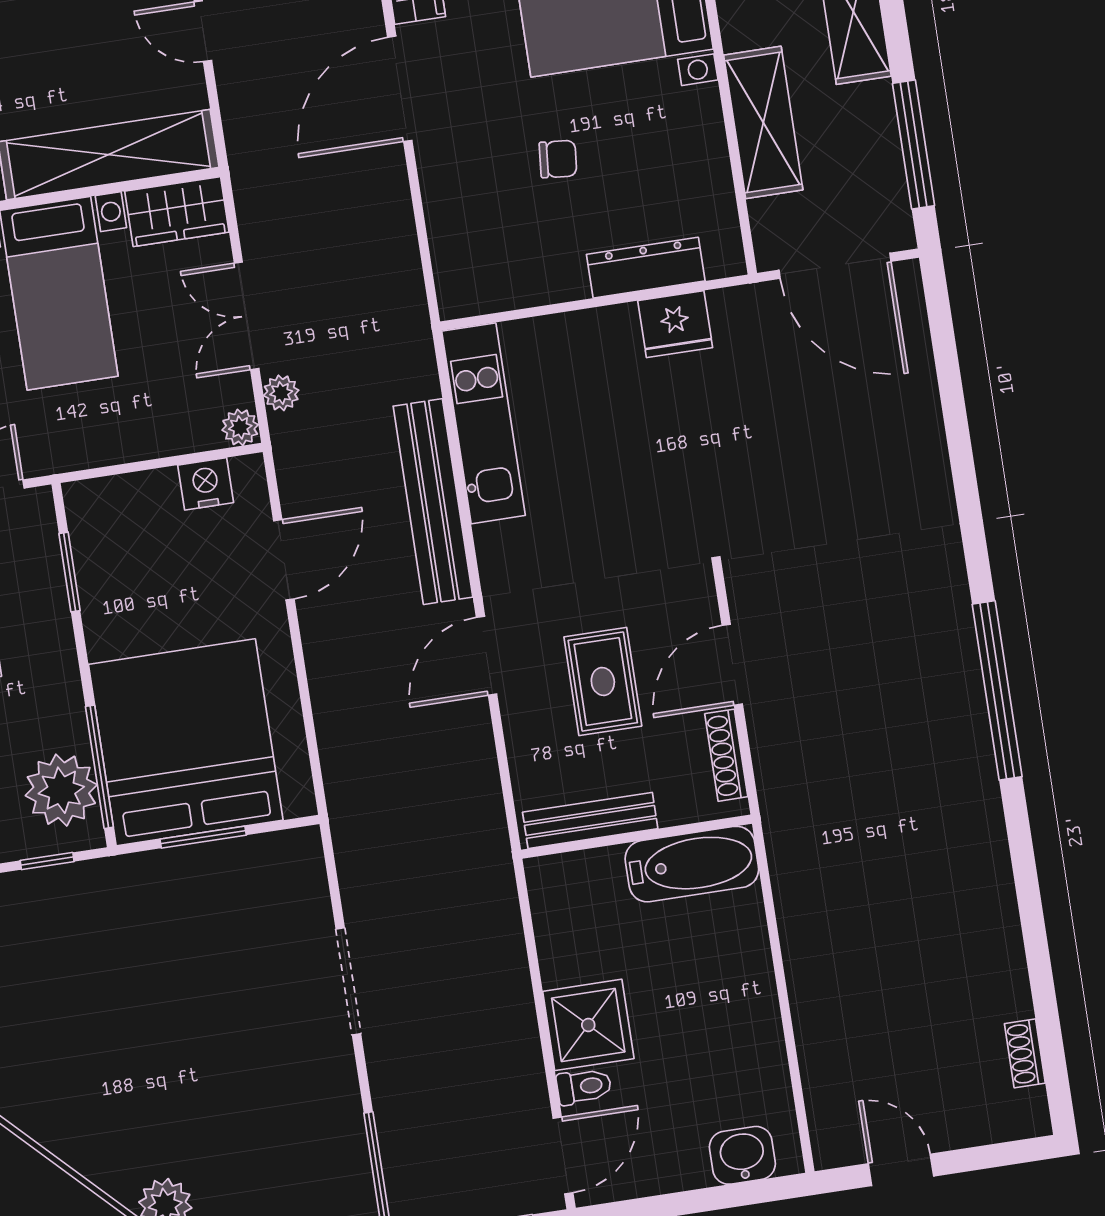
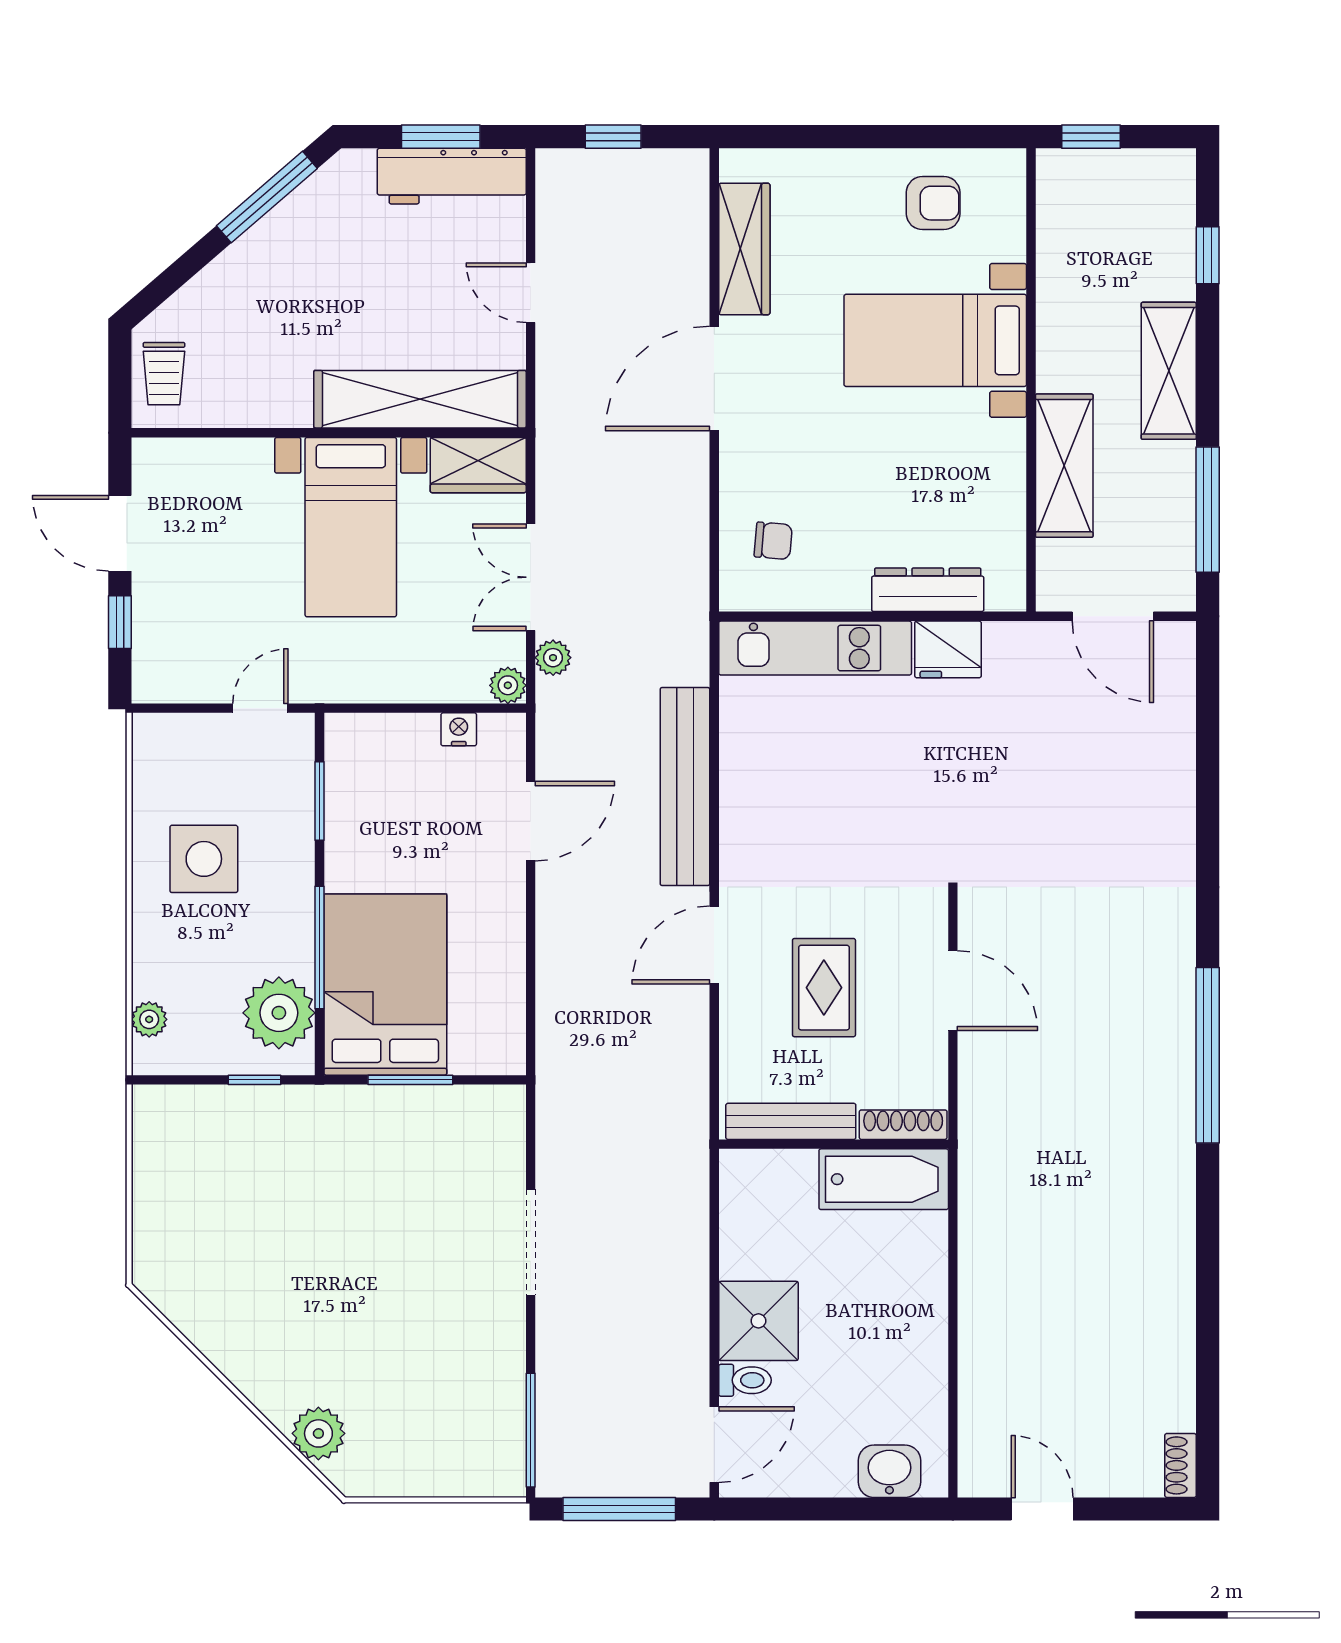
chair: (558, 159) -> (773, 541), moved
door: (835, 266) -> (1113, 616), width x0.73
kitchen unit: (483, 423) -> (815, 648), moved, turned 90
nightstand: (206, 484) -> (459, 729), width x0.72, depth x0.74
door: (732, 665) -> (953, 991), swing flipped
bed: (186, 742) -> (385, 985), width x0.73
shoe rack: (726, 755) -> (903, 1125), moved, turned 90
window: (99, 767) -> (320, 947), moved
shoe rack: (1025, 1053) -> (1181, 1465), moved

